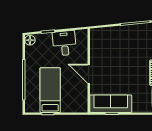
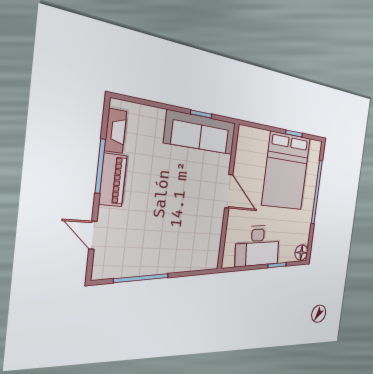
desk: (64, 43) -> (257, 246), width x1.37
bed: (50, 90) -> (286, 171), width x1.50

